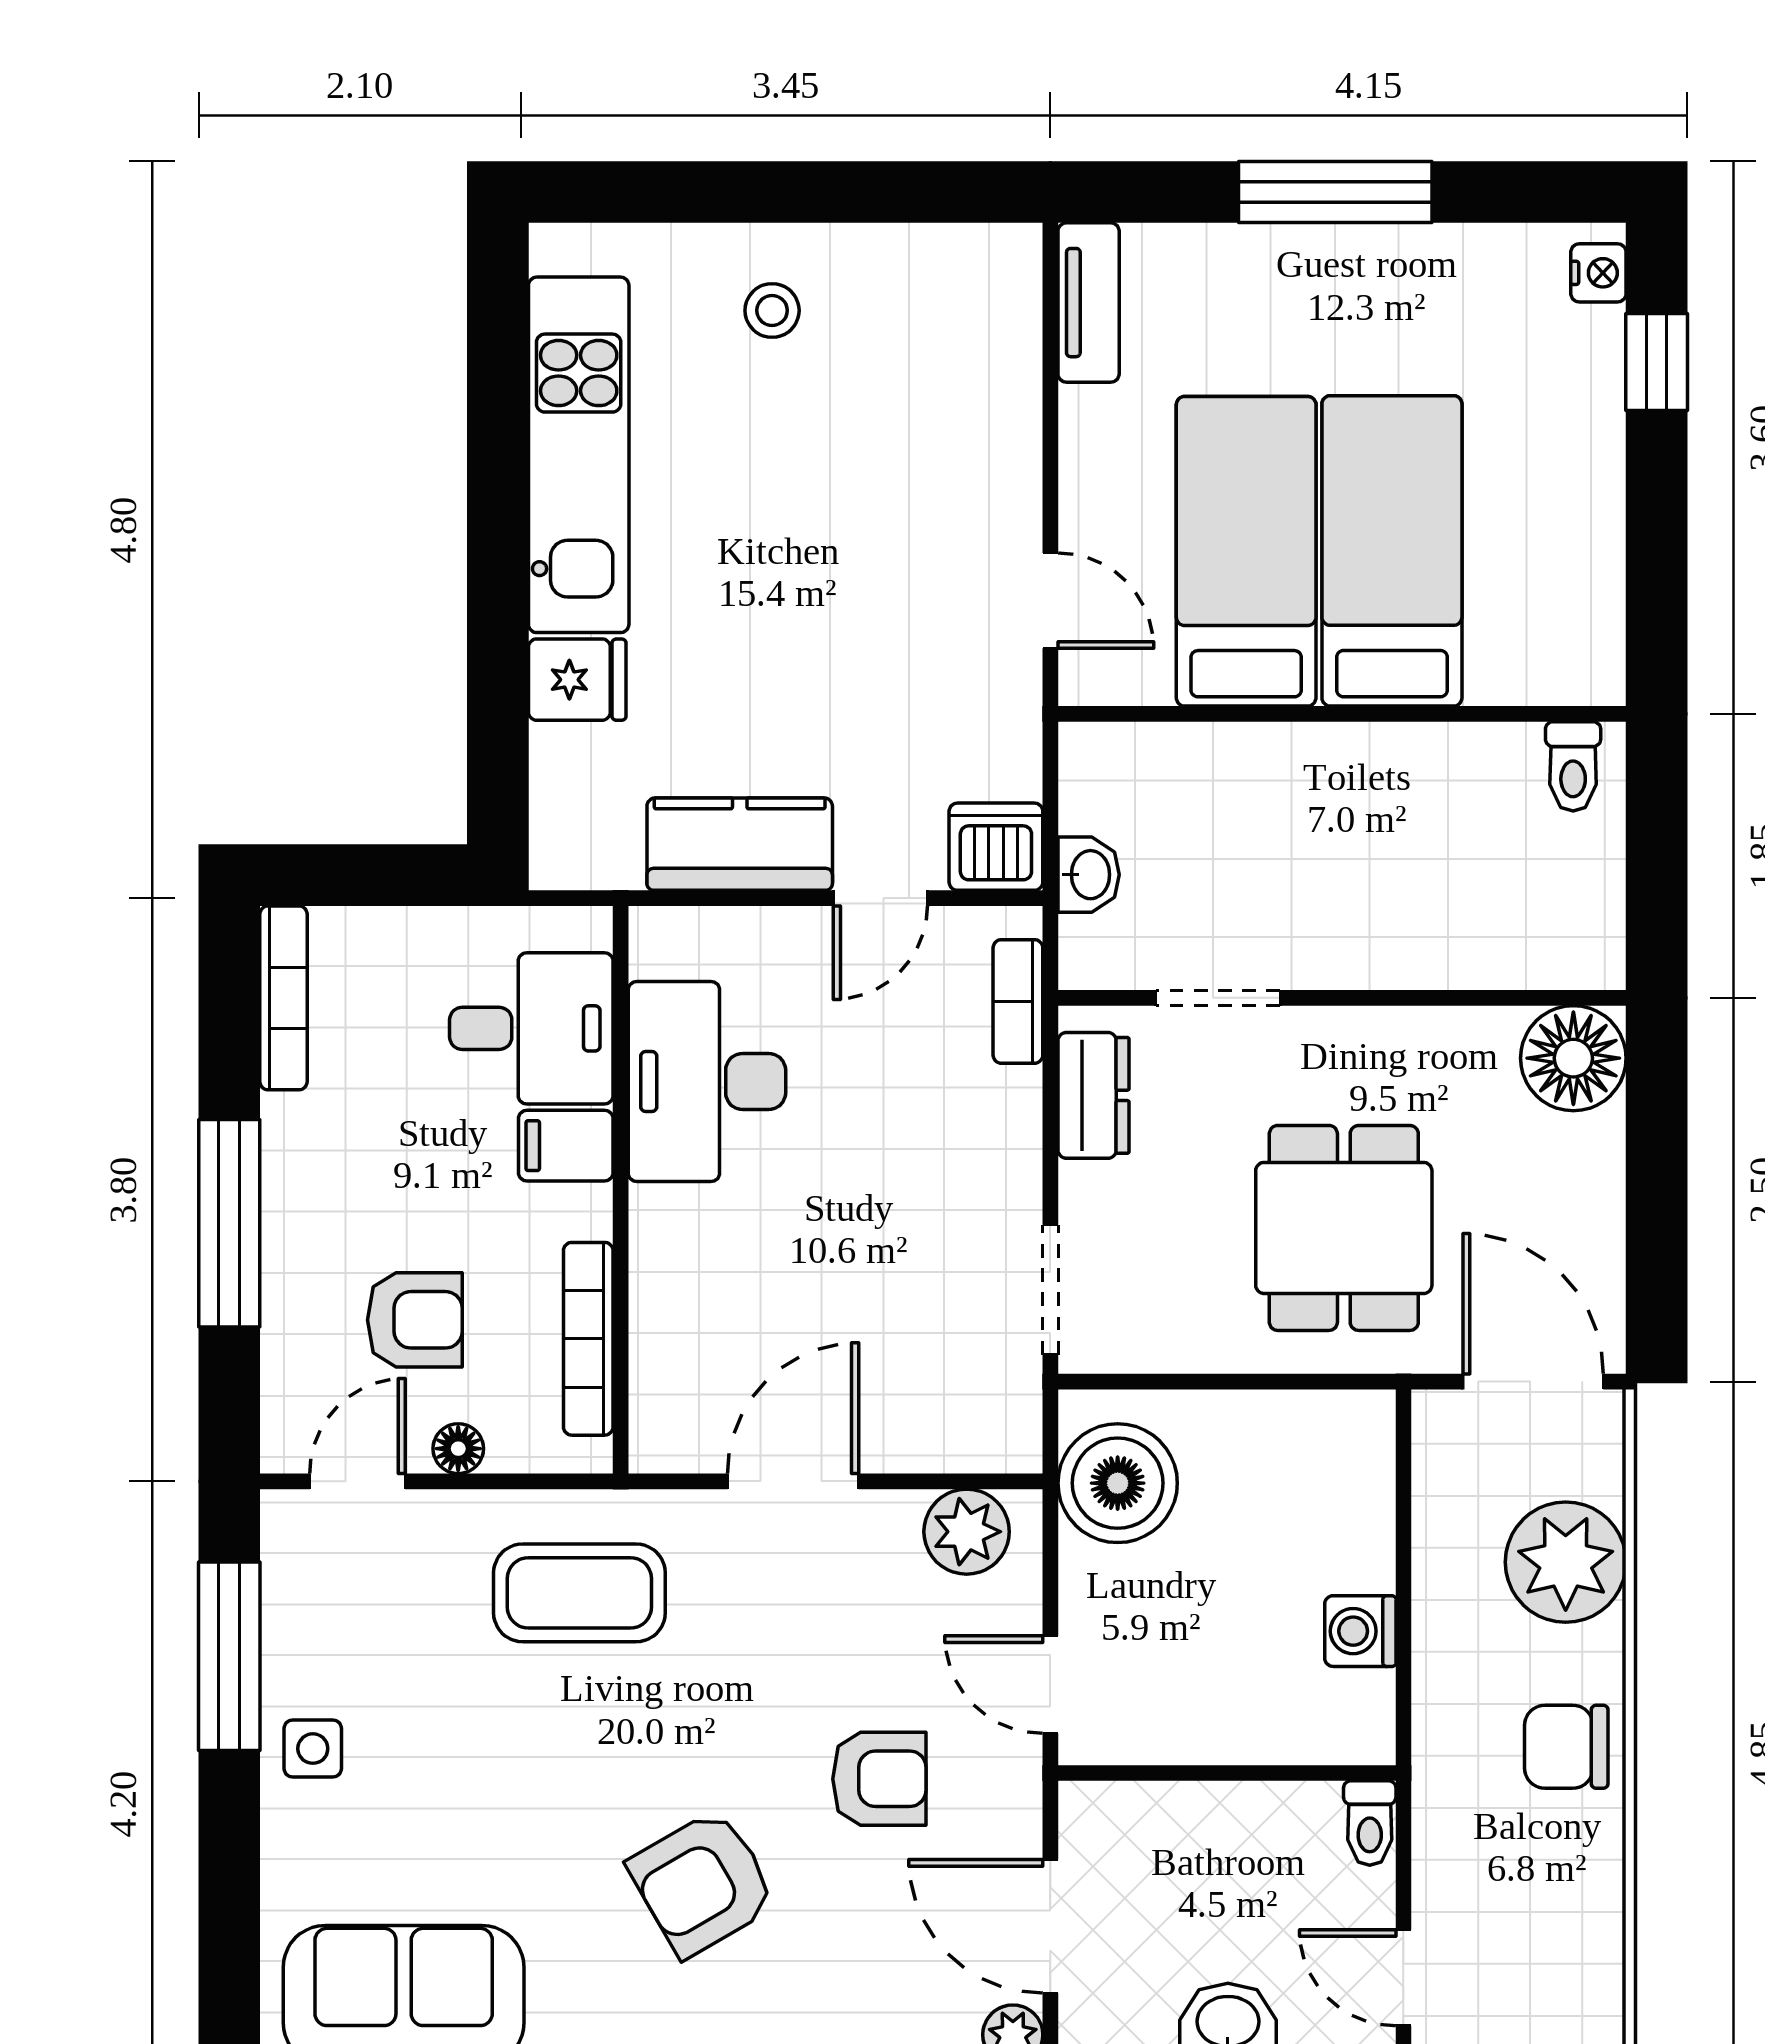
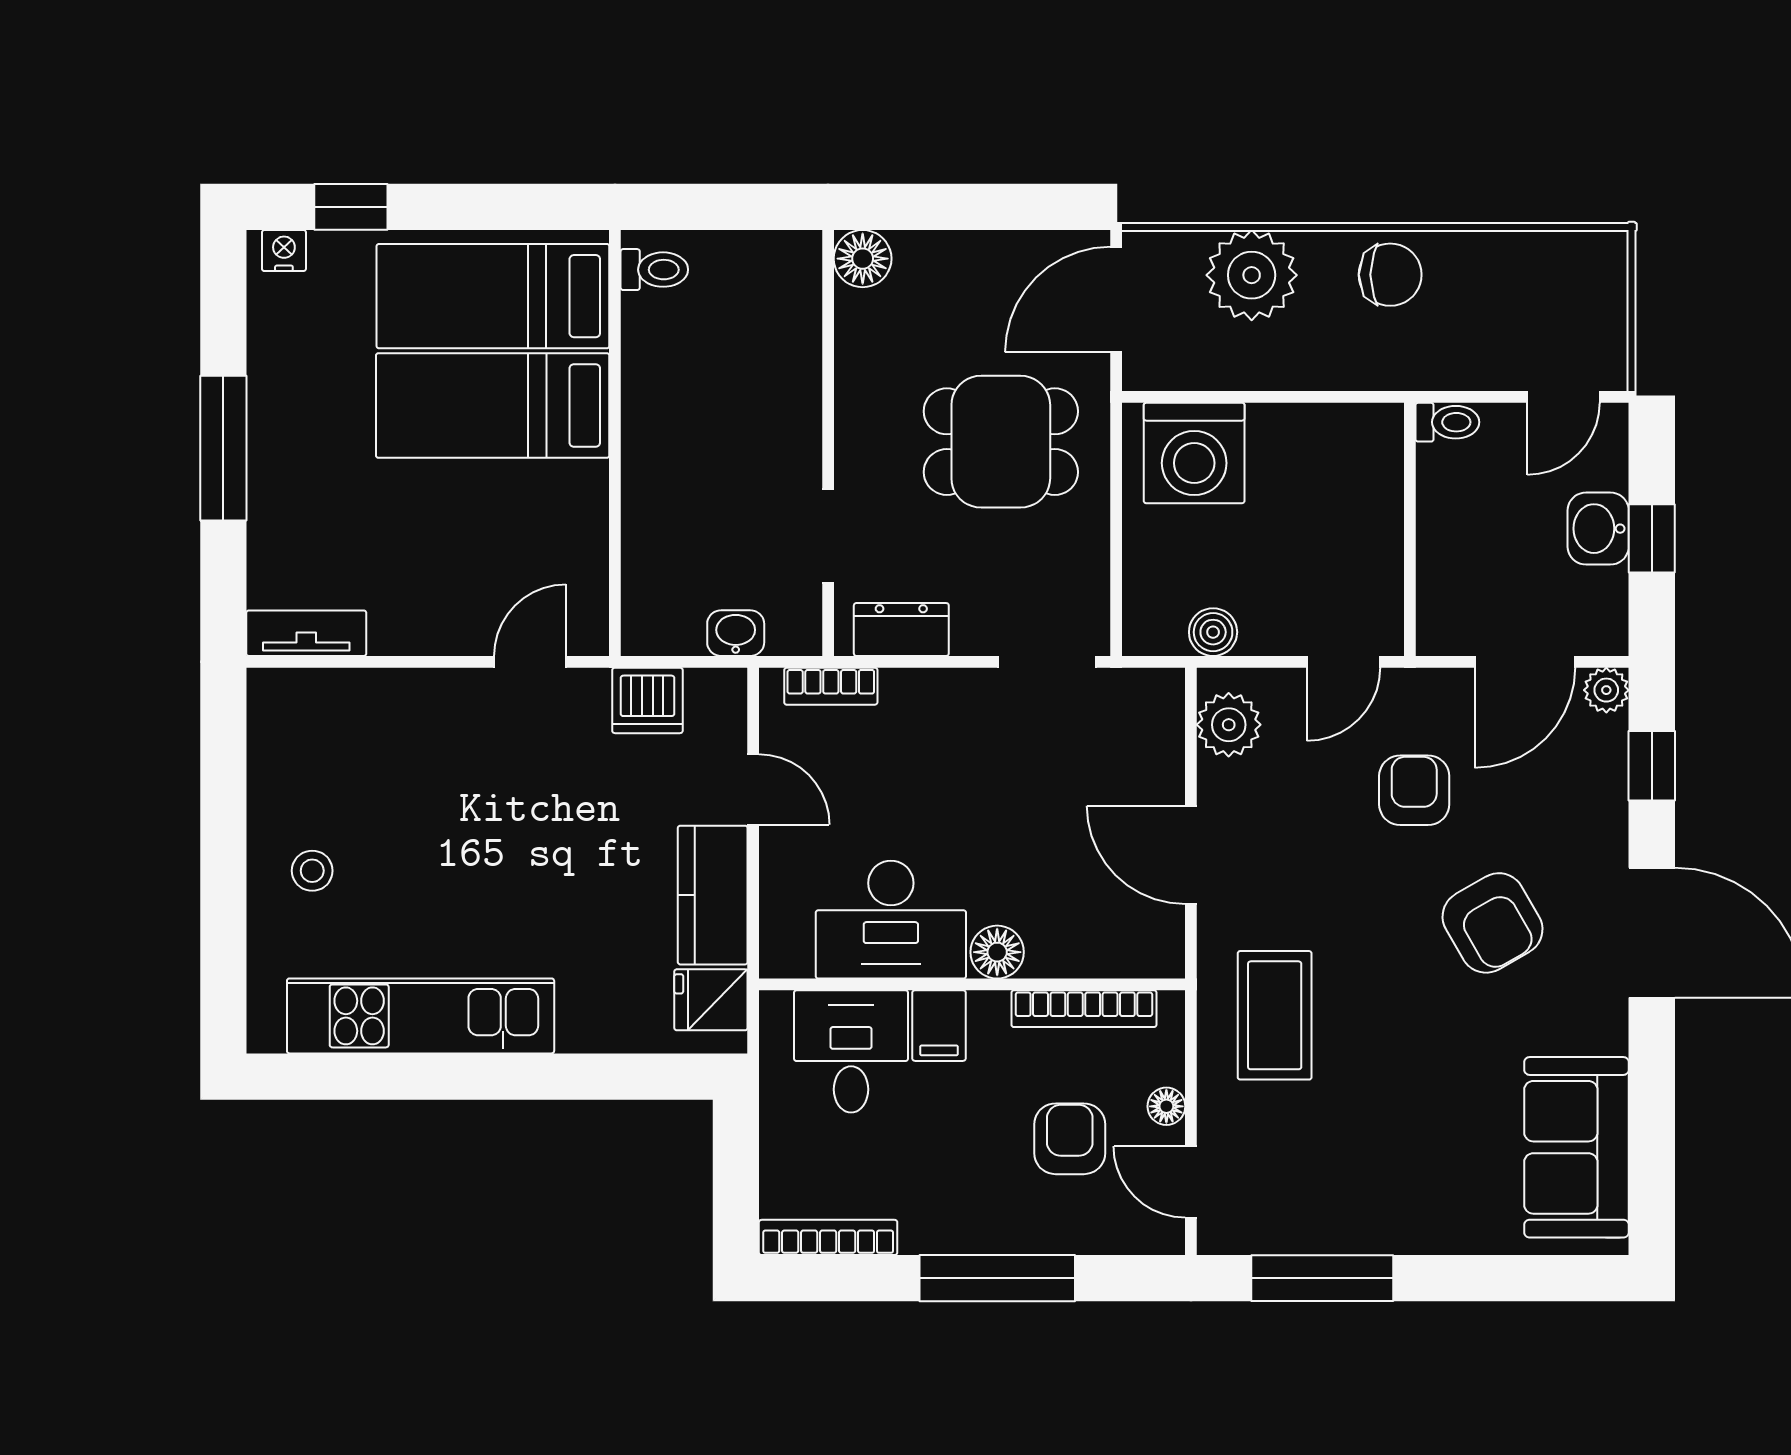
bed: (1246, 551) -> (493, 296), moved
fridge: (577, 680) -> (711, 1000), moved, turned -90
dishwasher: (996, 847) -> (647, 700), moved, turned -90
floor lamp: (1573, 1058) -> (863, 259), width x0.73, depth x0.73
floor lamp: (664, 1223) -> (997, 952), added
boiler: (1118, 1483) -> (1213, 632), width x0.54, depth x0.54
washing machine: (1360, 1631) -> (1194, 453), moved, width x1.89, depth x1.89
chair: (1566, 1747) -> (1390, 275), turned -90
side table: (313, 1749) -> (1391, 1215), removed

